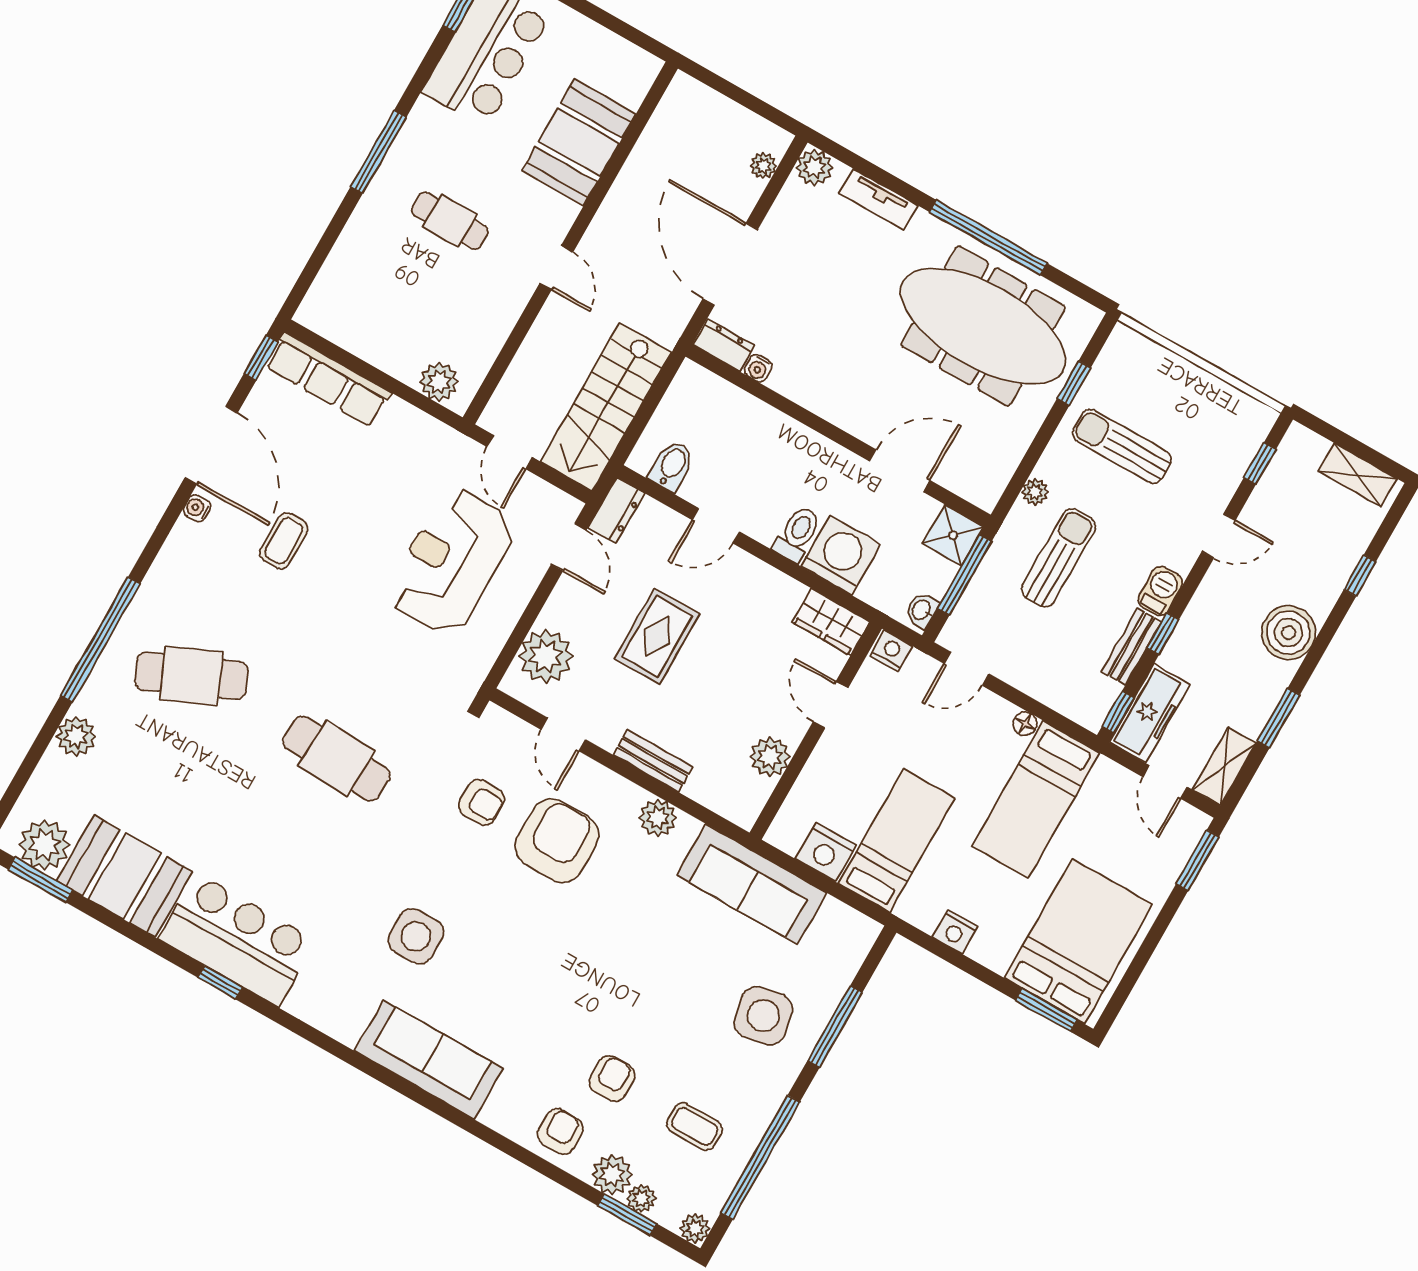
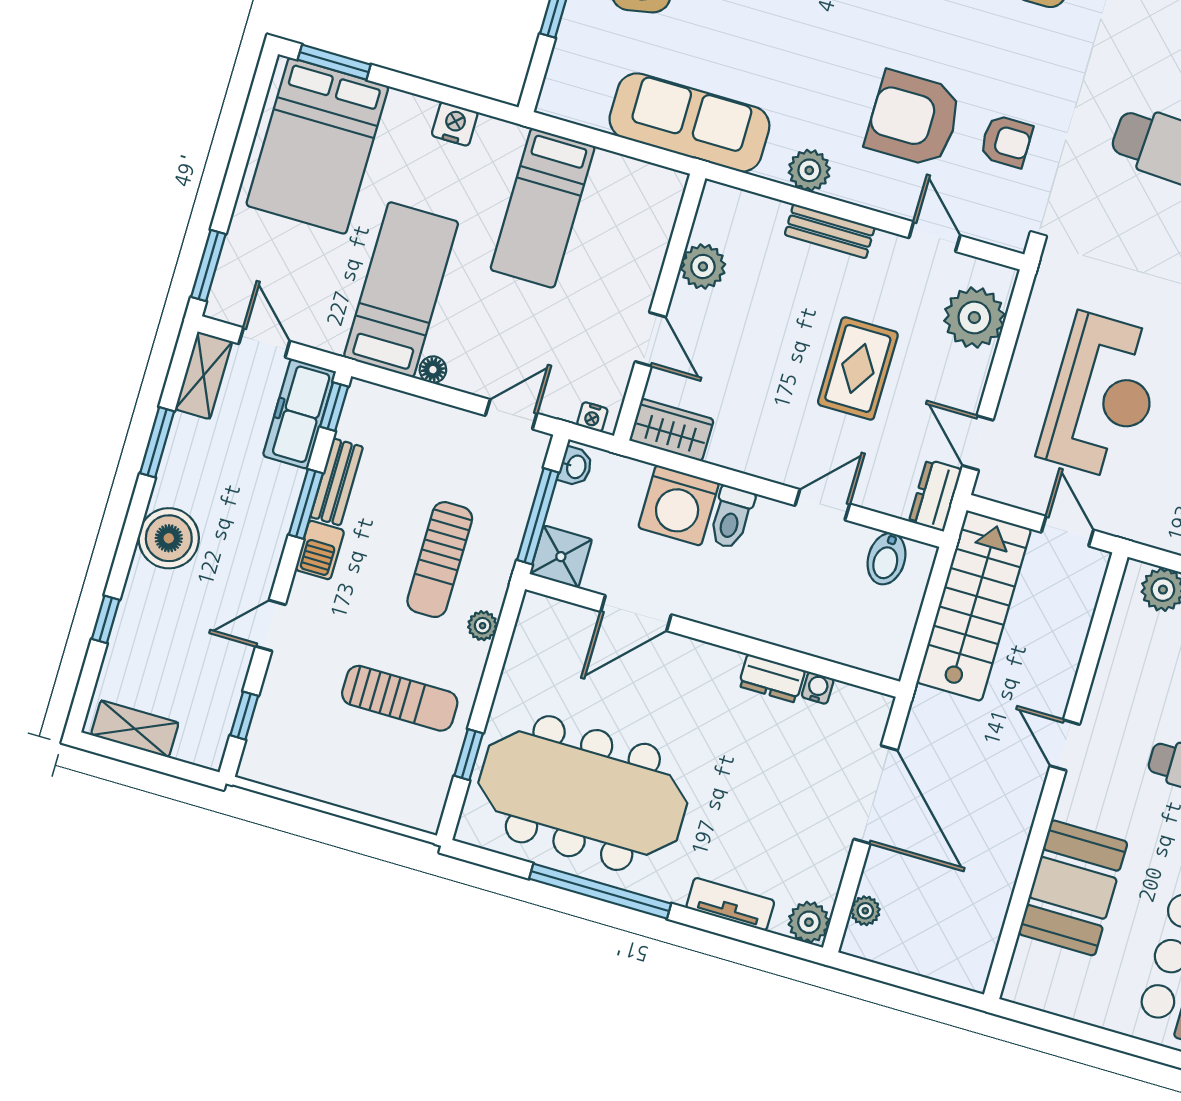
dresser: (724, 345) -> (772, 678), moved
window: (1163, 634) -> (306, 504), width x1.50
nightstand: (891, 651) -> (592, 417), width x0.72, depth x0.74
armchair: (481, 802) -> (1006, 141), turned 180
armchair: (557, 841) -> (914, 119), turned 90
nightstand: (826, 852) -> (617, 177), removed

